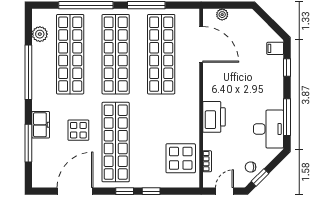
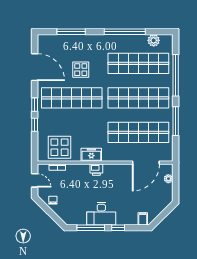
window: (287, 68) -> (118, 228), moved
printer: (214, 117) -> (96, 170), width x0.53, depth x0.68
freezer: (41, 125) -> (91, 155), moved, turned 180
desk: (268, 129) -> (101, 214), moved
window: (260, 177) -> (45, 207), removed

